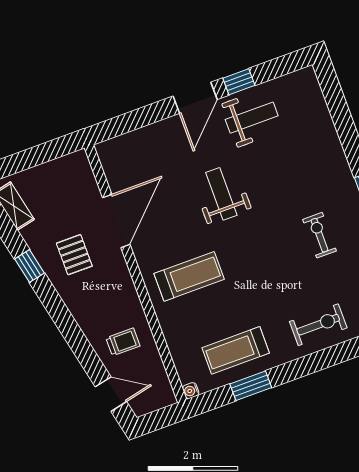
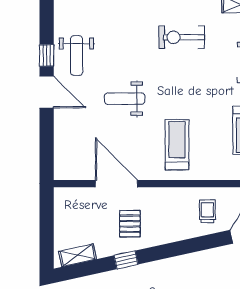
weight bench: (252, 118) -> (76, 56), turned 180
exercise bike: (319, 235) -> (182, 37), width x1.38, depth x1.39
pallet: (74, 255) -> (130, 224), turned 90

